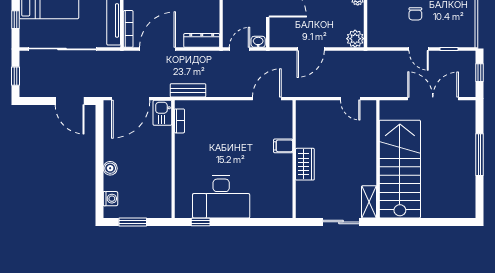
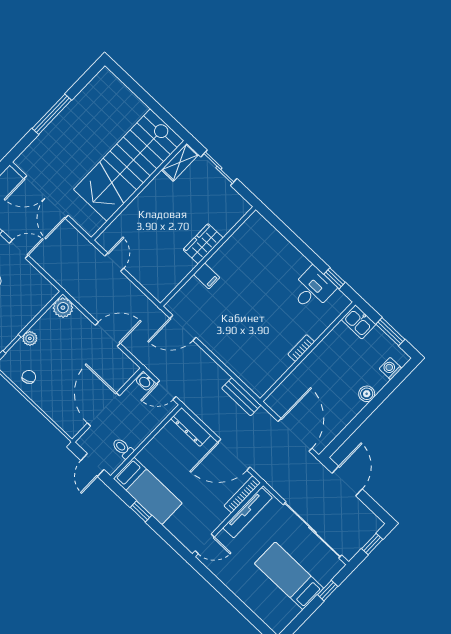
door: (419, 49) -> (19, 249), hinge flipped
door: (131, 99) -> (295, 435), hinge flipped
kitchen sink: (162, 113) -> (359, 322), moved, turned 90
bookcase: (179, 121) -> (301, 348), moved
desk: (221, 197) -> (313, 289), width x0.53, depth x0.77

